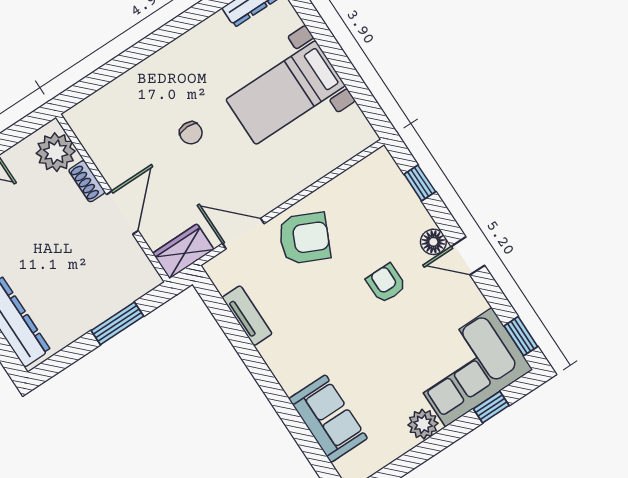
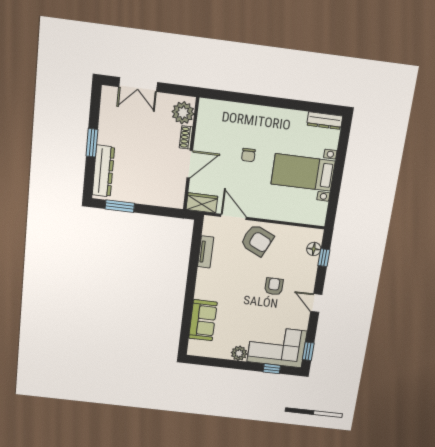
floor lamp: (433, 242) -> (314, 249), moved
window: (117, 323) -> (120, 206), moved

